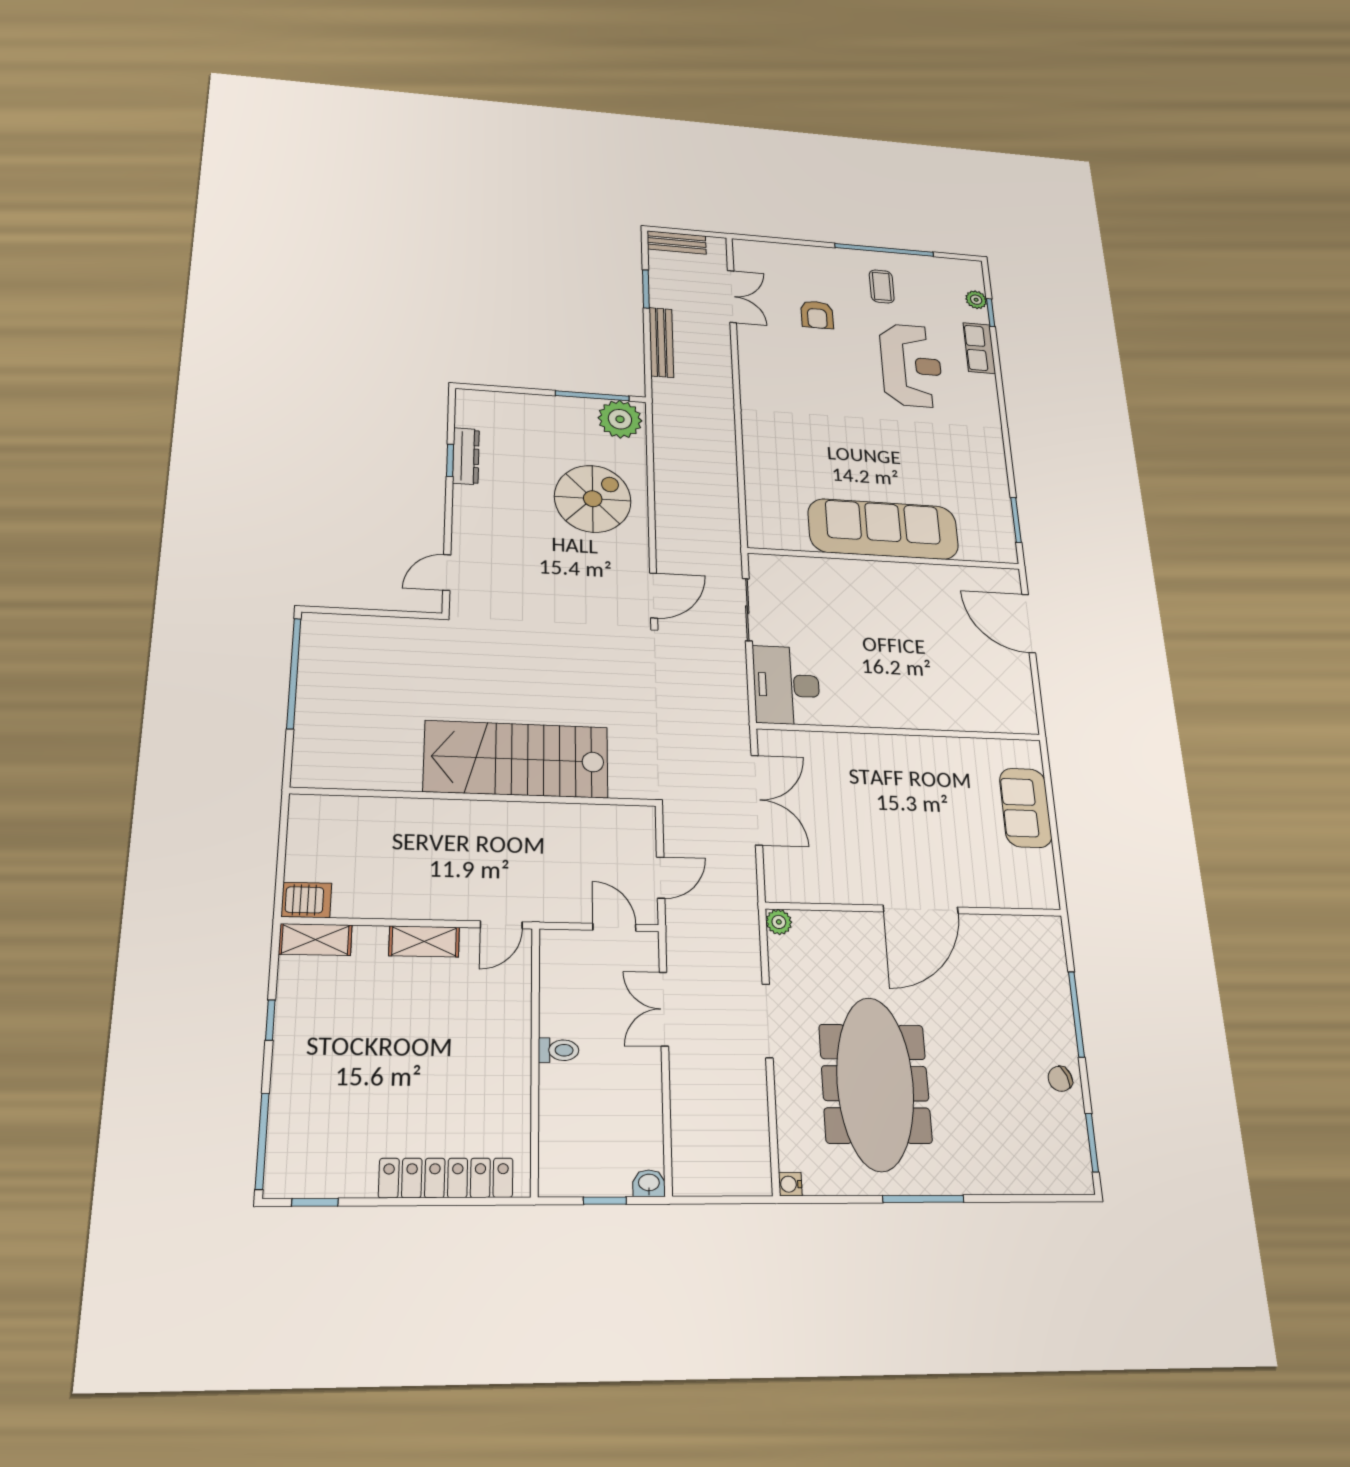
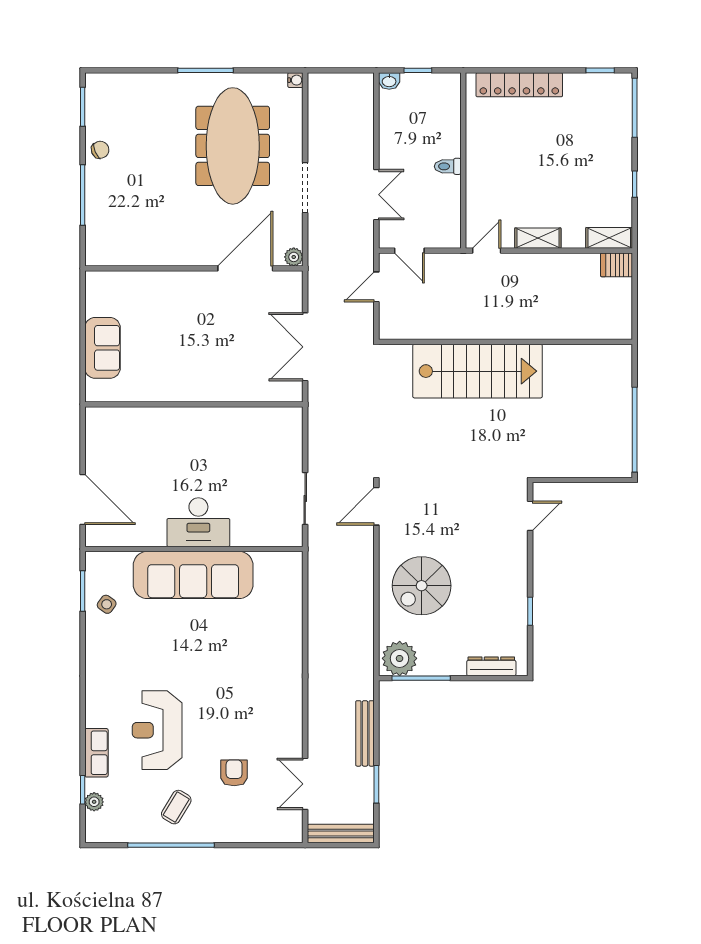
bench: (677, 242) -> (341, 834), width x1.36
coffee table: (882, 286) -> (176, 807), turned 31
dresser: (466, 456) -> (491, 666), moved, turned 90
side table: (985, 503) -> (107, 604), added
desk: (786, 685) -> (198, 522), moved, turned 90
door: (921, 909) -> (245, 268), moved

